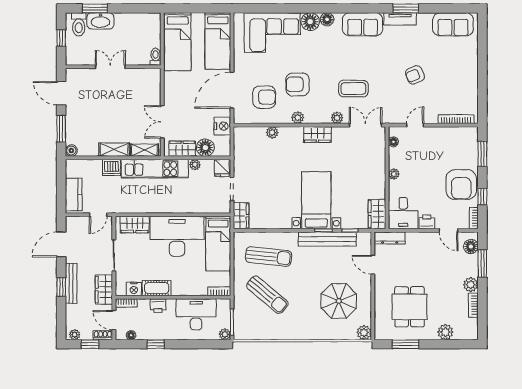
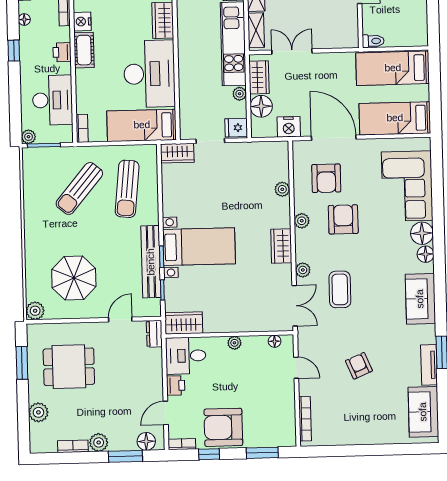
tv unit: (400, 19) -> (429, 365), moved
dresser: (390, 238) -> (154, 334), width x0.70

